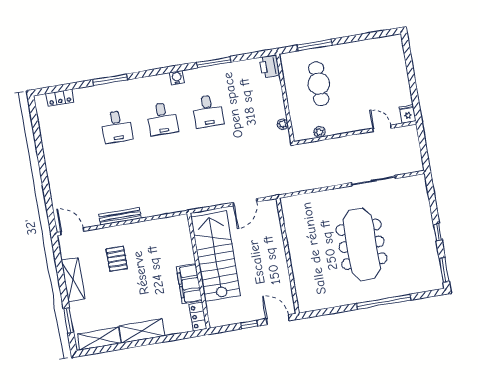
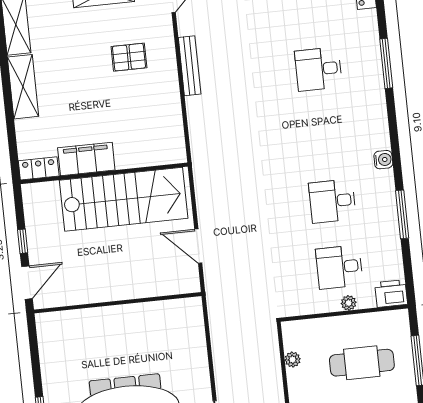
desk: (162, 119) -> (339, 267), moved
plant: (283, 124) -> (349, 303), moved

